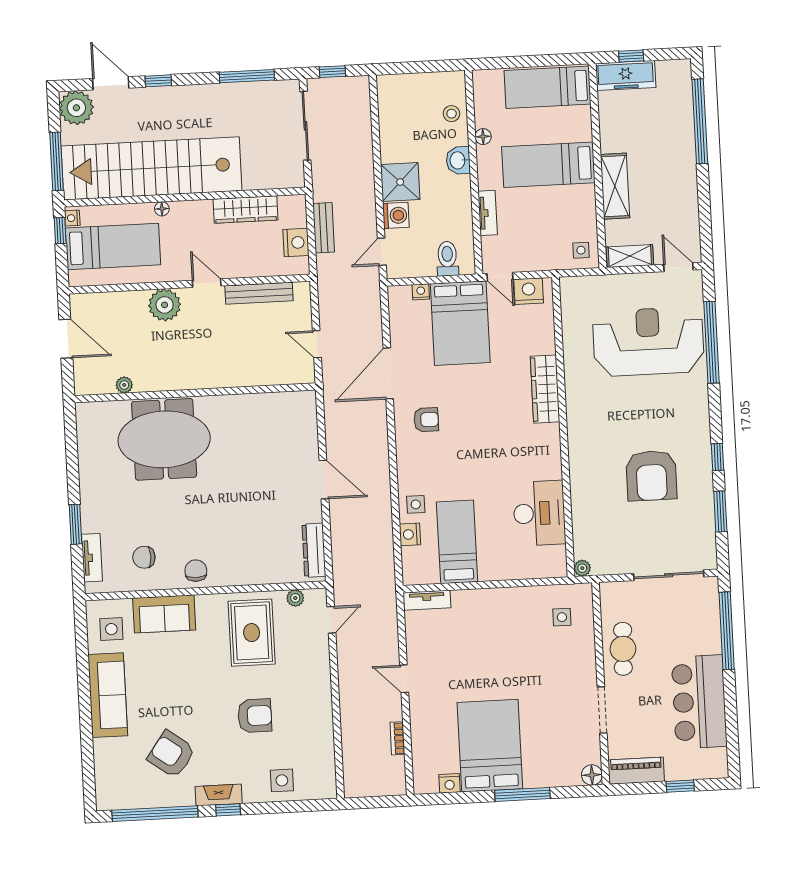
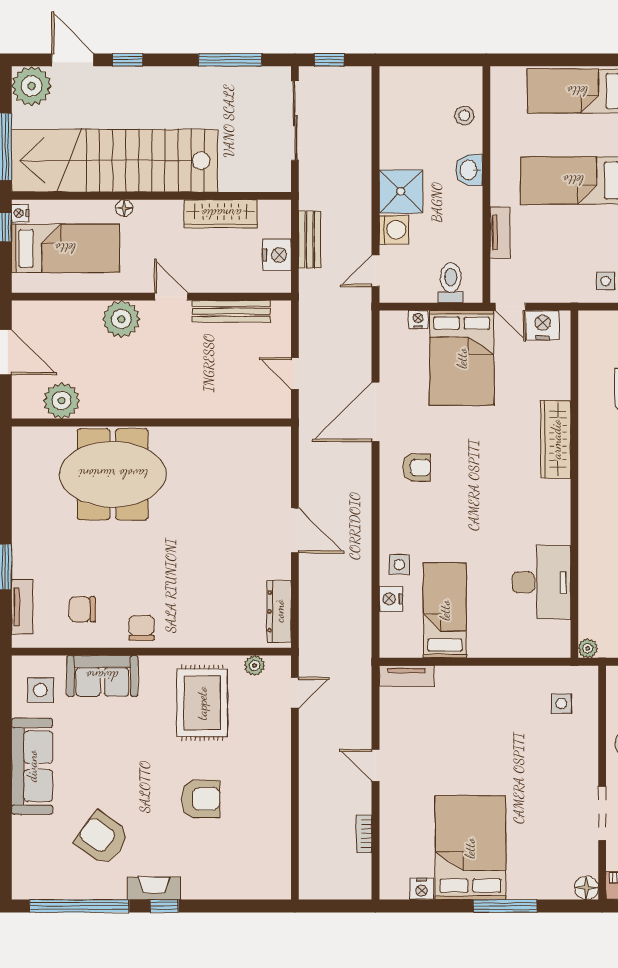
floor lamp: (483, 137) -> (499, 144), removed
plant: (124, 385) -> (62, 401), width x1.88, depth x1.88
side table: (282, 780) -> (228, 875), removed

